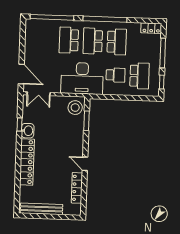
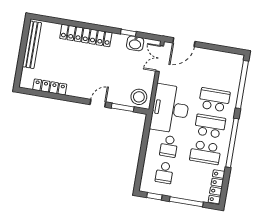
locker: (151, 28) -> (217, 187), width x1.53
school desk: (139, 76) -> (164, 173), width x0.54
washbasin: (28, 131) -> (135, 43), moved
door: (85, 164) -> (98, 103), moved

